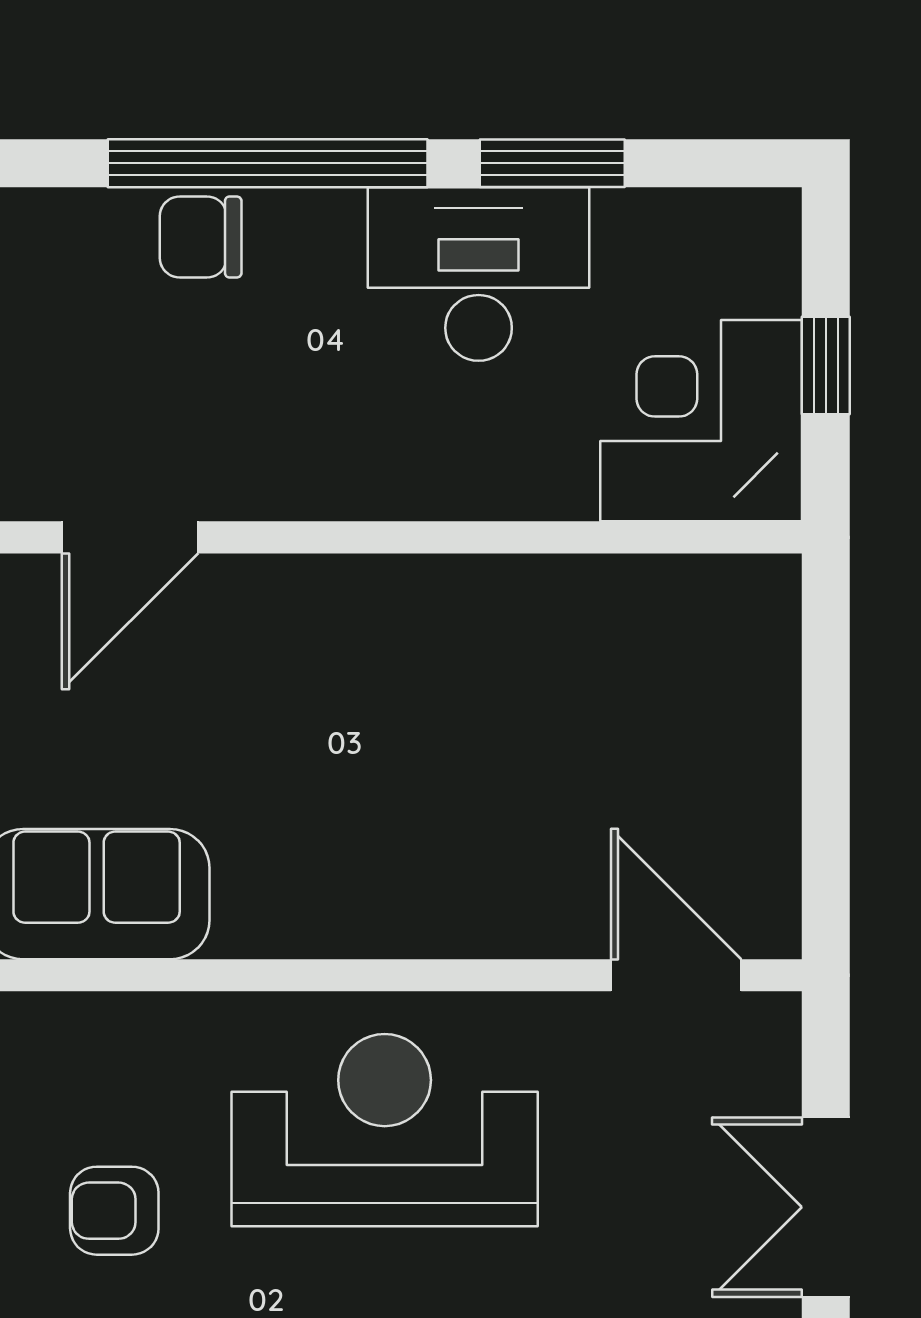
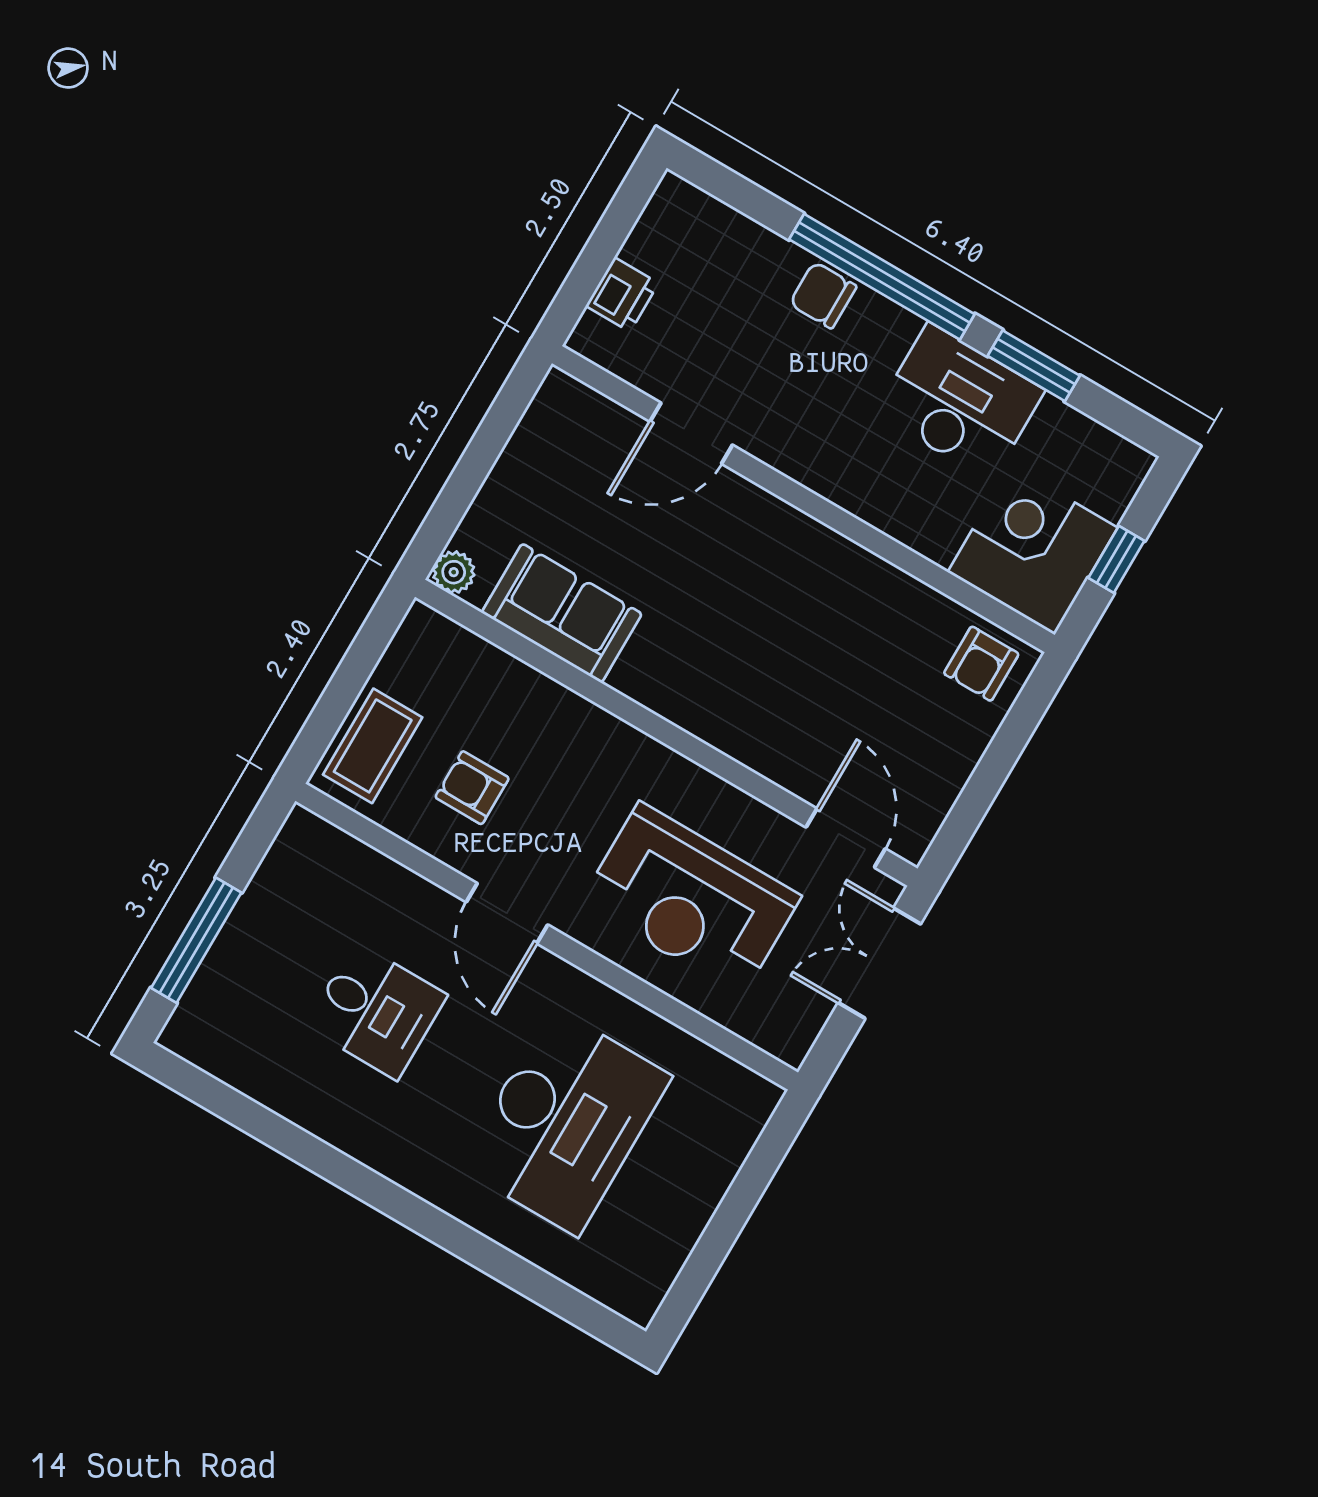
armchair: (723, 621) -> (981, 664), added
reception desk: (385, 1130) -> (691, 899), moved, turned 180
double door: (826, 1207) -> (879, 963), moved

